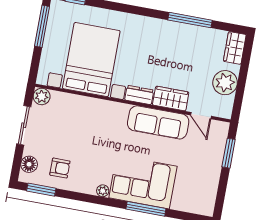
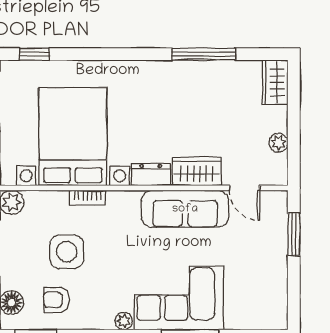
plant: (225, 83) -> (278, 143), width x0.53, depth x0.53
bookcase: (94, 103) -> (88, 198), added
side table: (73, 137) -> (67, 252), added
armchair: (60, 168) -> (57, 300), turned 180

